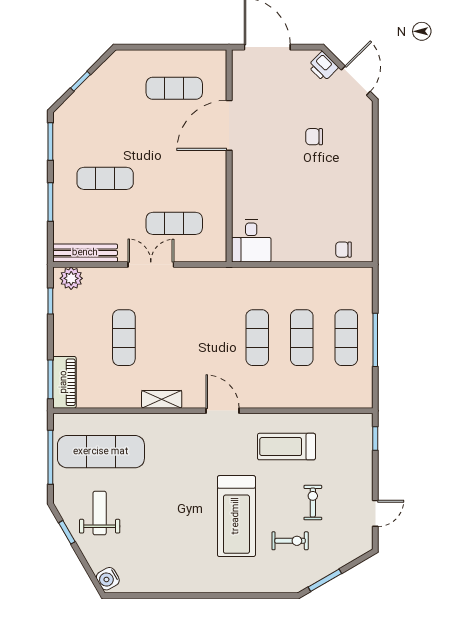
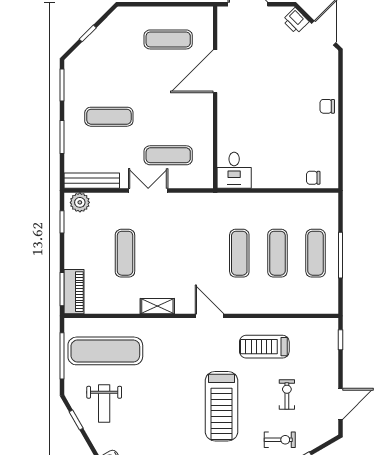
chair: (314, 137) -> (327, 106), moved
weight bench: (100, 513) -> (104, 404), turned 180
door: (375, 513) -> (340, 404), width x1.38
exercise bike: (290, 541) -> (280, 440), moved

